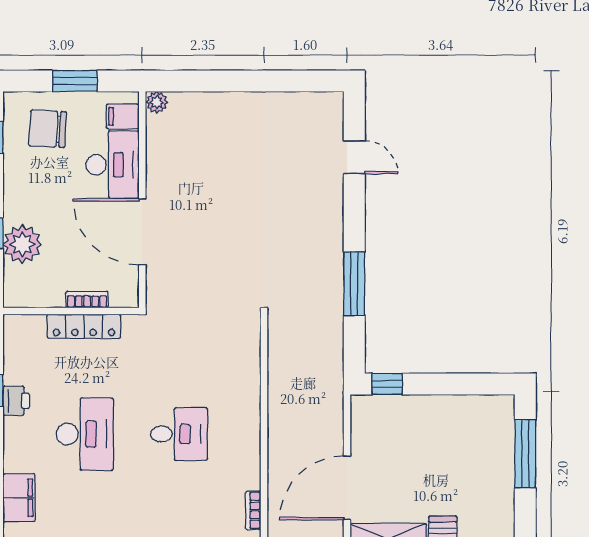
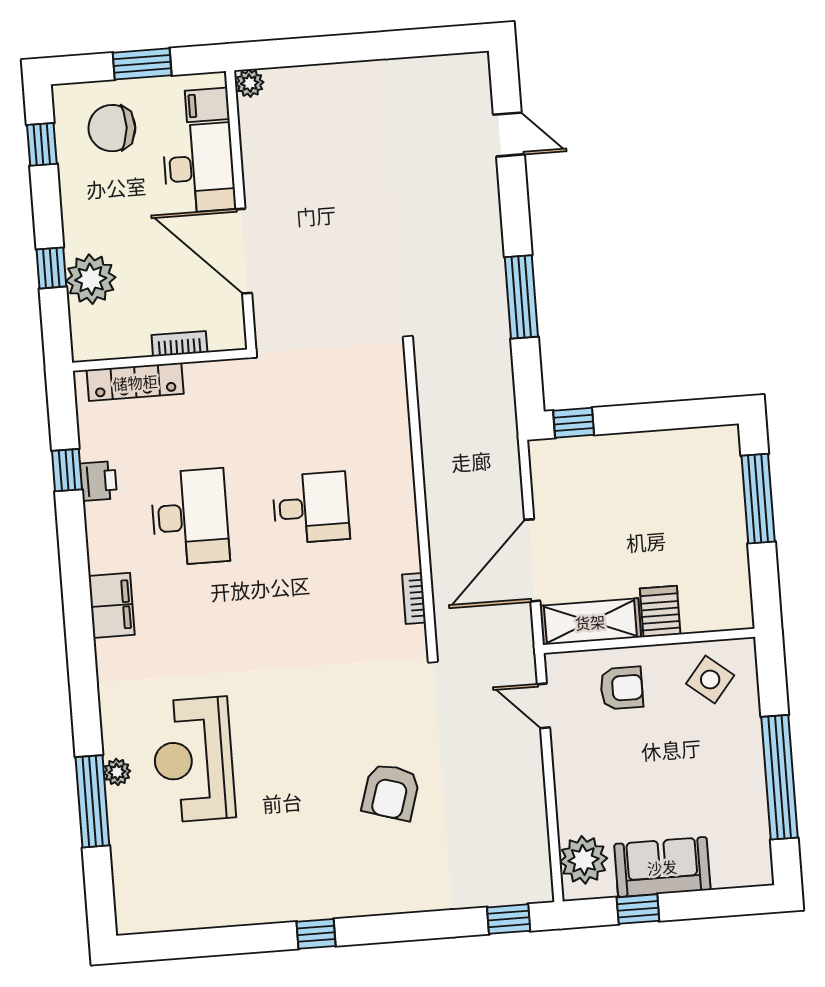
locker: (84, 326) -> (135, 382), moved

